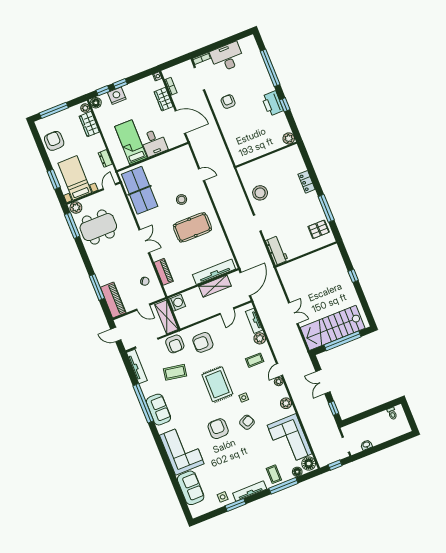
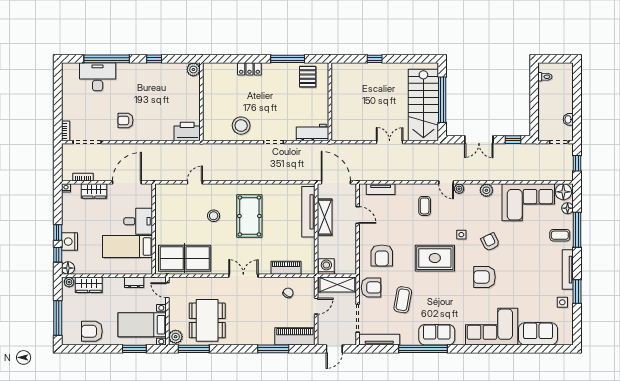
desk: (227, 57) -> (98, 77), moved, turned 90
printer: (272, 104) -> (187, 131), moved, turned 180
plant: (260, 338) -> (403, 191), removed

